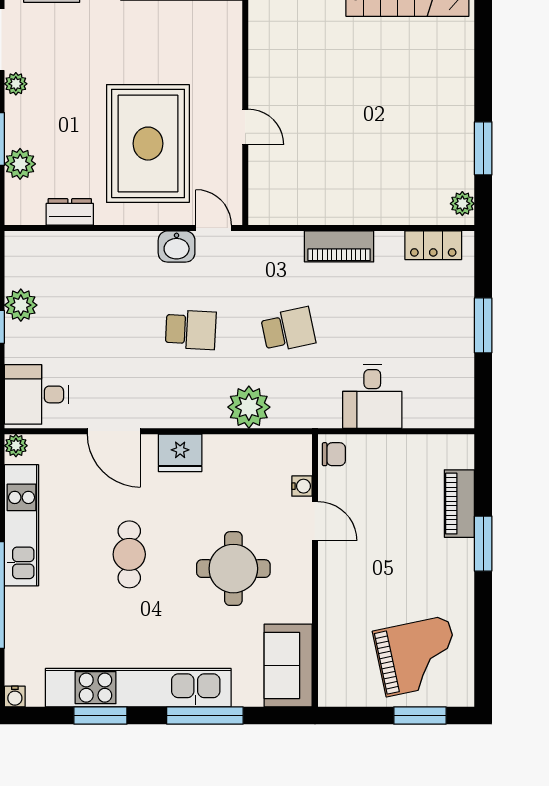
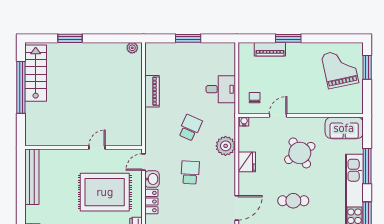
window: (483, 148) -> (70, 38), moved
locker: (433, 245) -> (151, 202), moved
piano: (339, 246) -> (152, 91), moved
school desk: (288, 330) -> (190, 128), turned 36
fridge: (180, 453) -> (247, 162), moved
chair: (334, 454) -> (255, 98), moved
water cooler: (302, 486) -> (244, 121), moved
round table: (233, 569) -> (300, 153), turned -31

